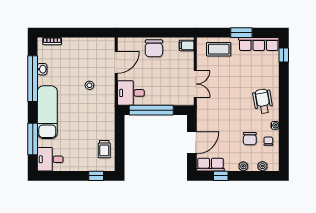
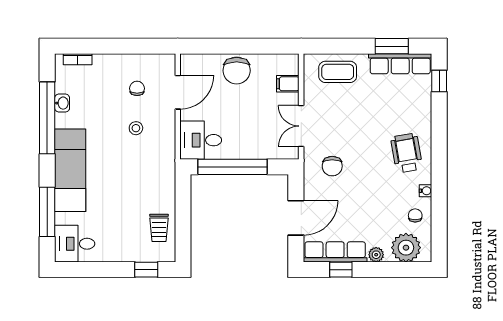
window: (241, 33) -> (392, 46), moved
filing cabinet: (187, 45) -> (288, 84), moved
chair: (90, 60) -> (137, 88), added
double door: (195, 84) -> (301, 126), swing flipped
chair: (250, 139) -> (332, 166), moved
row of seats: (210, 165) -> (335, 252), width x1.48
plant: (262, 166) -> (406, 248), width x1.88, depth x1.88

